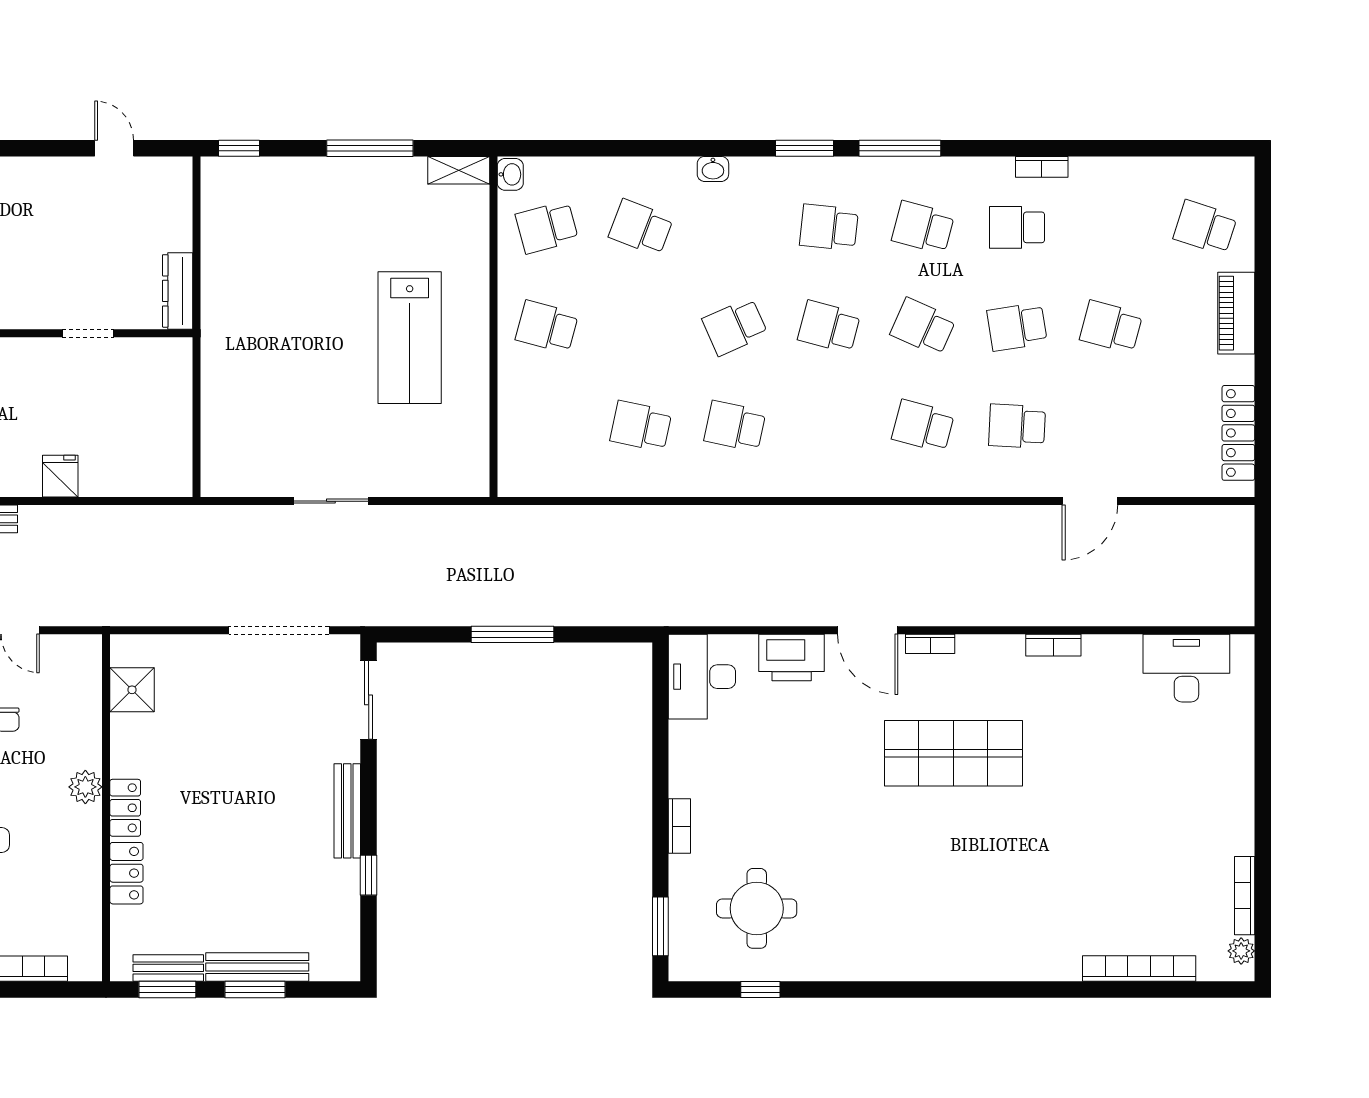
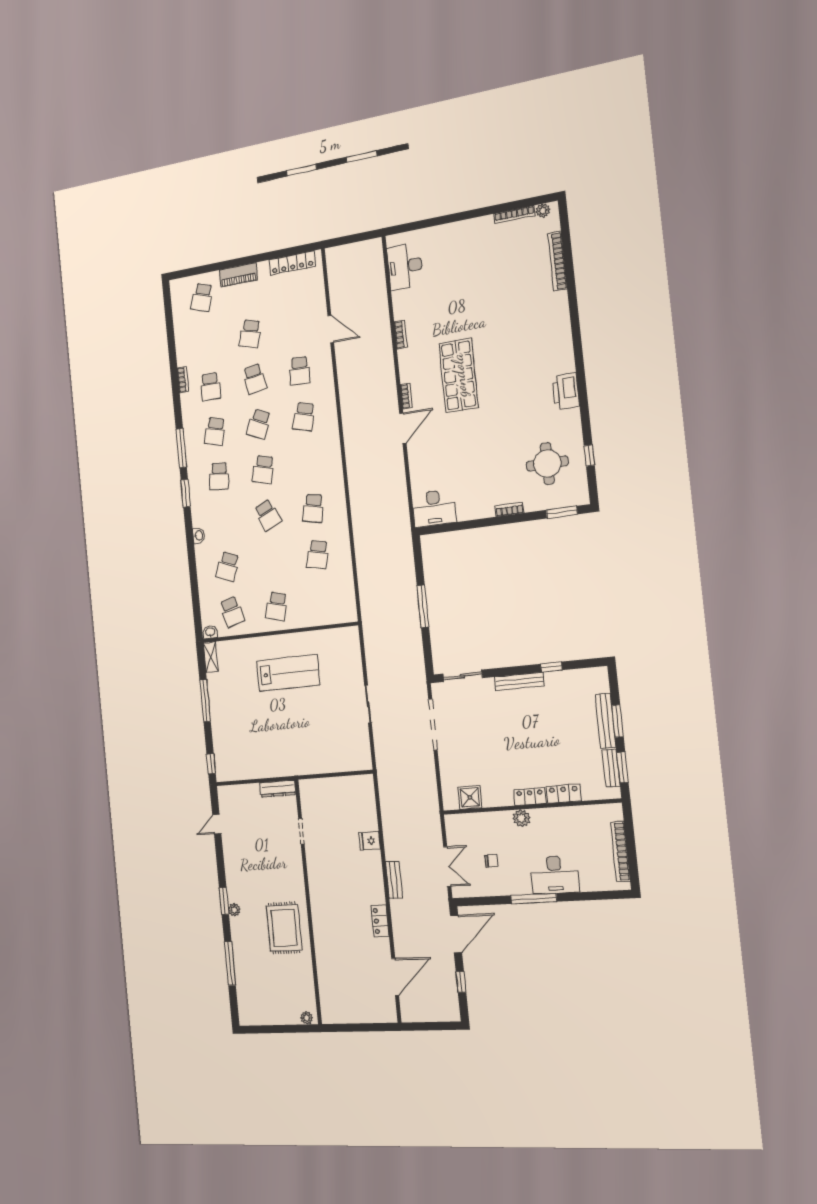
printer: (792, 657) -> (566, 391), moved, turned 180

